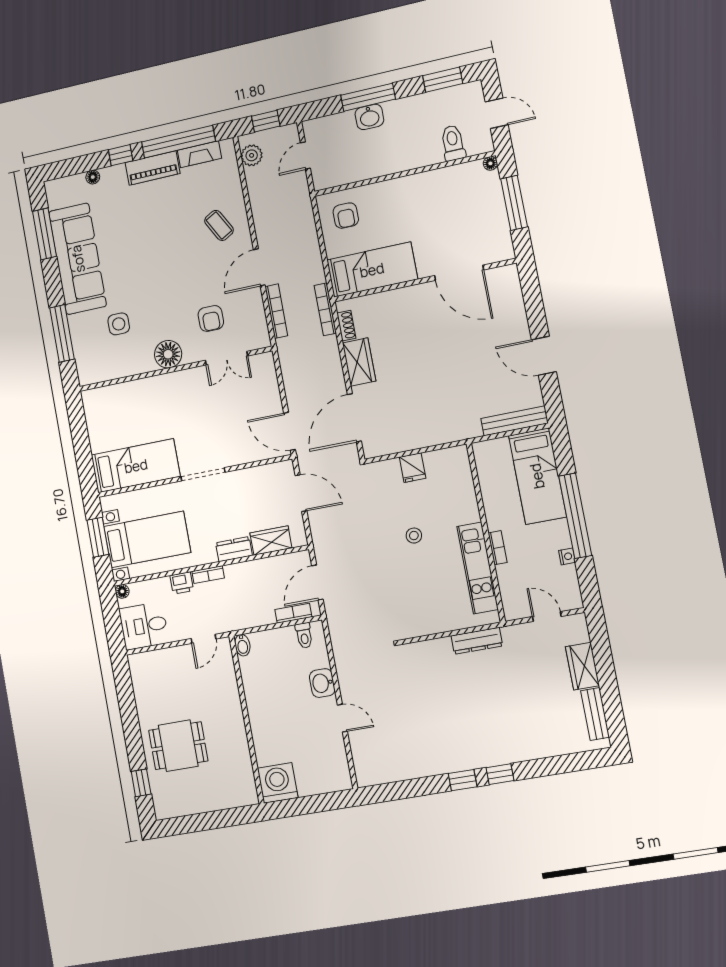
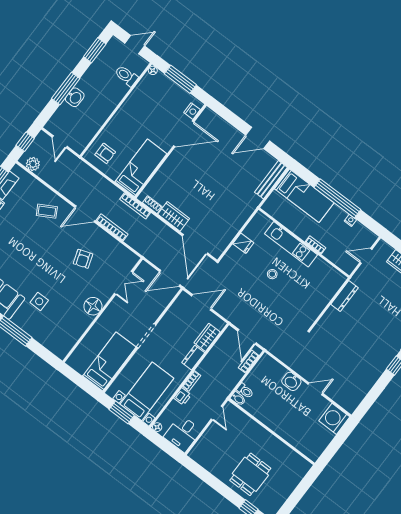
nightstand: (494, 254) -> (192, 111), added
door: (259, 267) -> (85, 214), hinge flipped
armchair: (211, 318) -> (83, 259), turned 71
floor lamp: (168, 354) -> (93, 306), moved
double door: (226, 358) -> (124, 283), moved
wall: (175, 369) -> (103, 310), moved
kitchen unit: (478, 568) -> (291, 244), moved
toilet: (304, 635) -> (245, 391), moved
washing machine: (278, 783) -> (334, 419), moved

